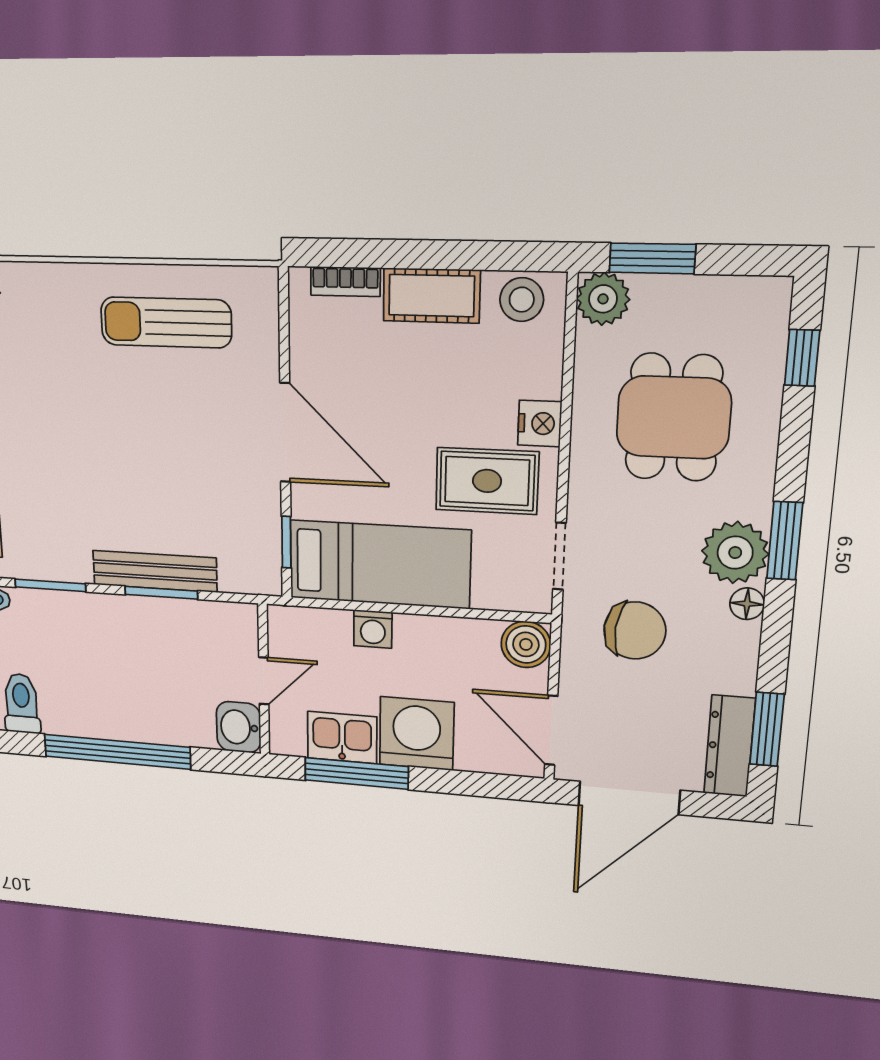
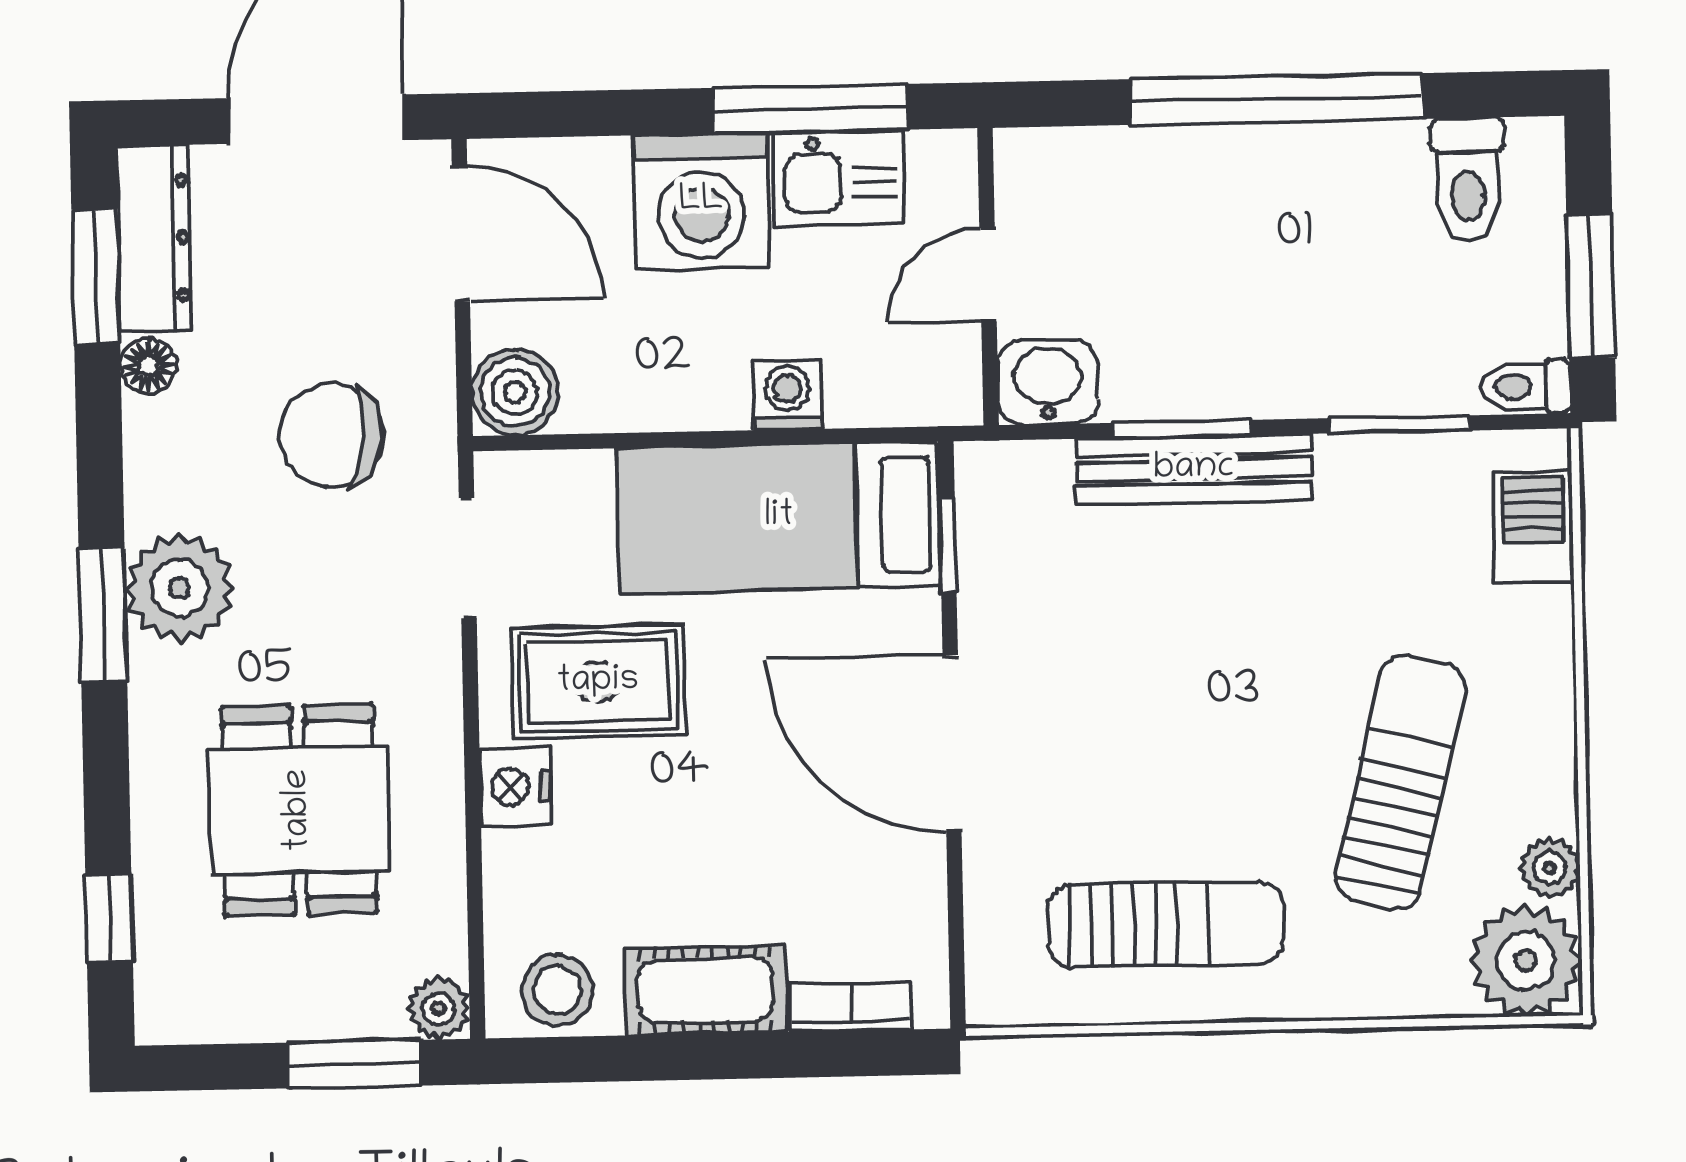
plant: (603, 299) -> (438, 1008), width x0.73, depth x0.73
sun lounger: (42, 396) -> (1400, 782), added
floor lamp: (747, 604) -> (148, 366), moved
washbasin: (239, 727) -> (1048, 382), moved, turned -90

